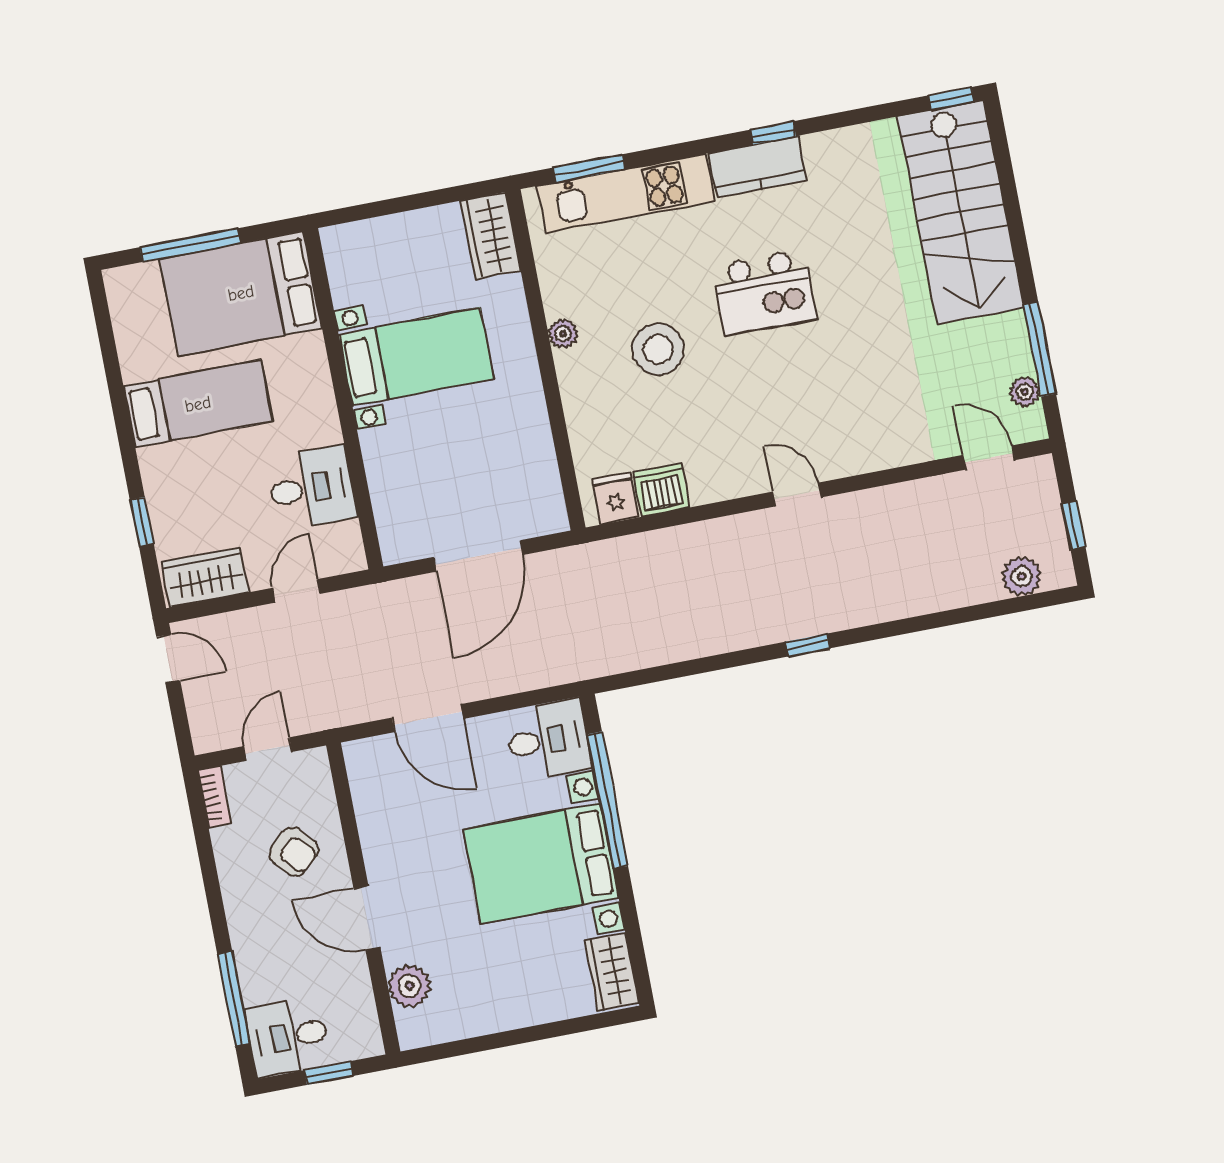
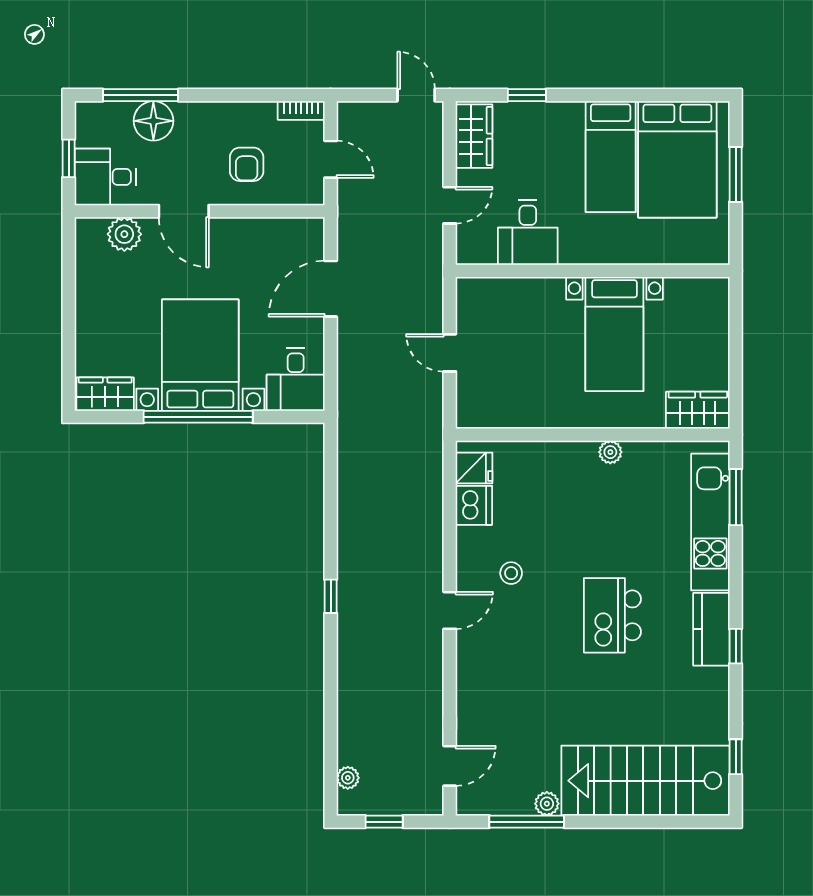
window: (951, 99) -> (736, 757), moved
window: (190, 245) -> (736, 174), width x0.69
bed: (241, 293) -> (677, 159), moved, turned 180
stool: (658, 349) -> (511, 573), moved, width x0.53, depth x0.53
plant: (1025, 392) -> (547, 804), moved
door: (479, 556) -> (450, 353), width x0.53
plant: (1022, 576) -> (348, 778), width x0.73, depth x0.73
door: (296, 591) -> (450, 205), hinge flipped
door: (168, 659) -> (416, 95), swing flipped
window: (608, 800) -> (198, 417), moved
armchair: (294, 852) -> (247, 164), turned -48
door: (367, 918) -> (184, 211), swing flipped
floor lamp: (262, 977) -> (153, 121), added
desk: (288, 1037) -> (105, 177), moved, turned -90

